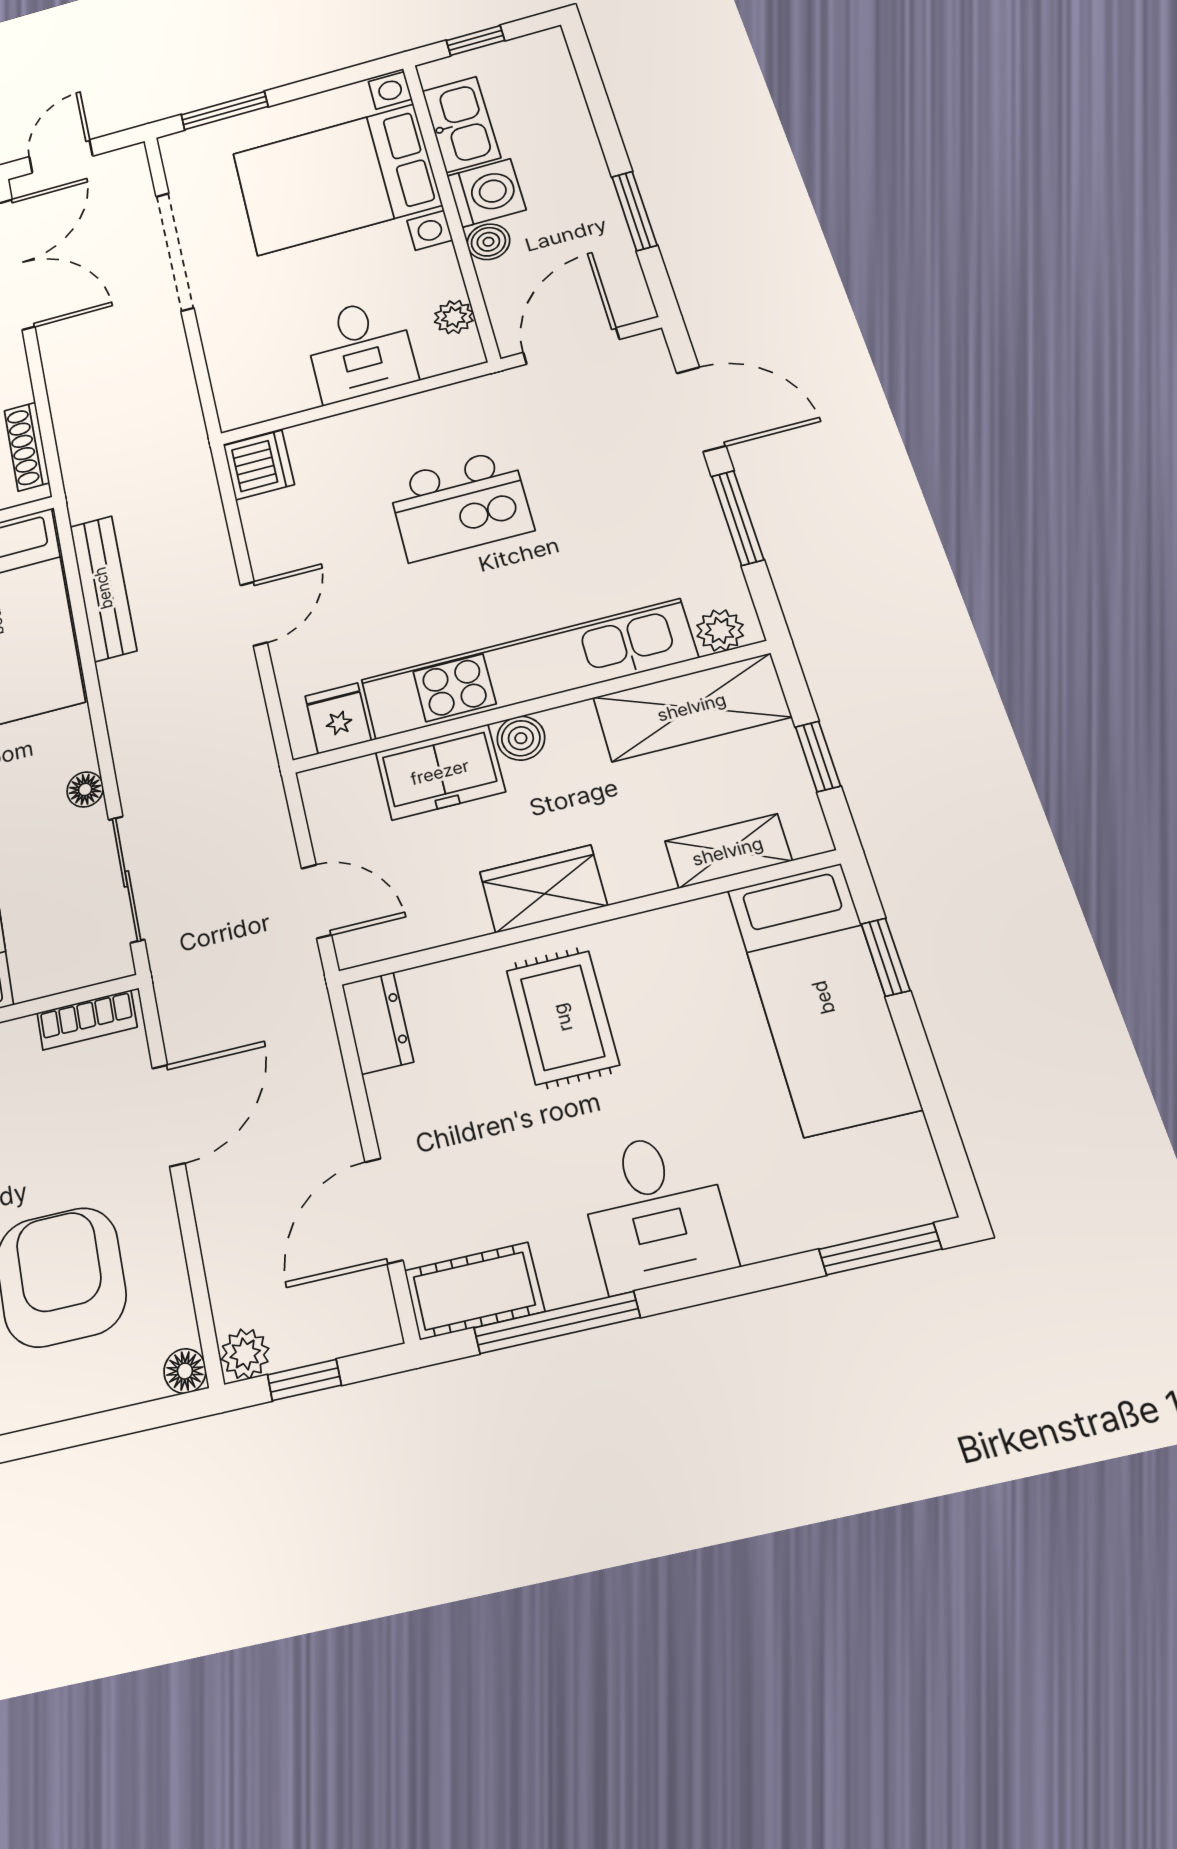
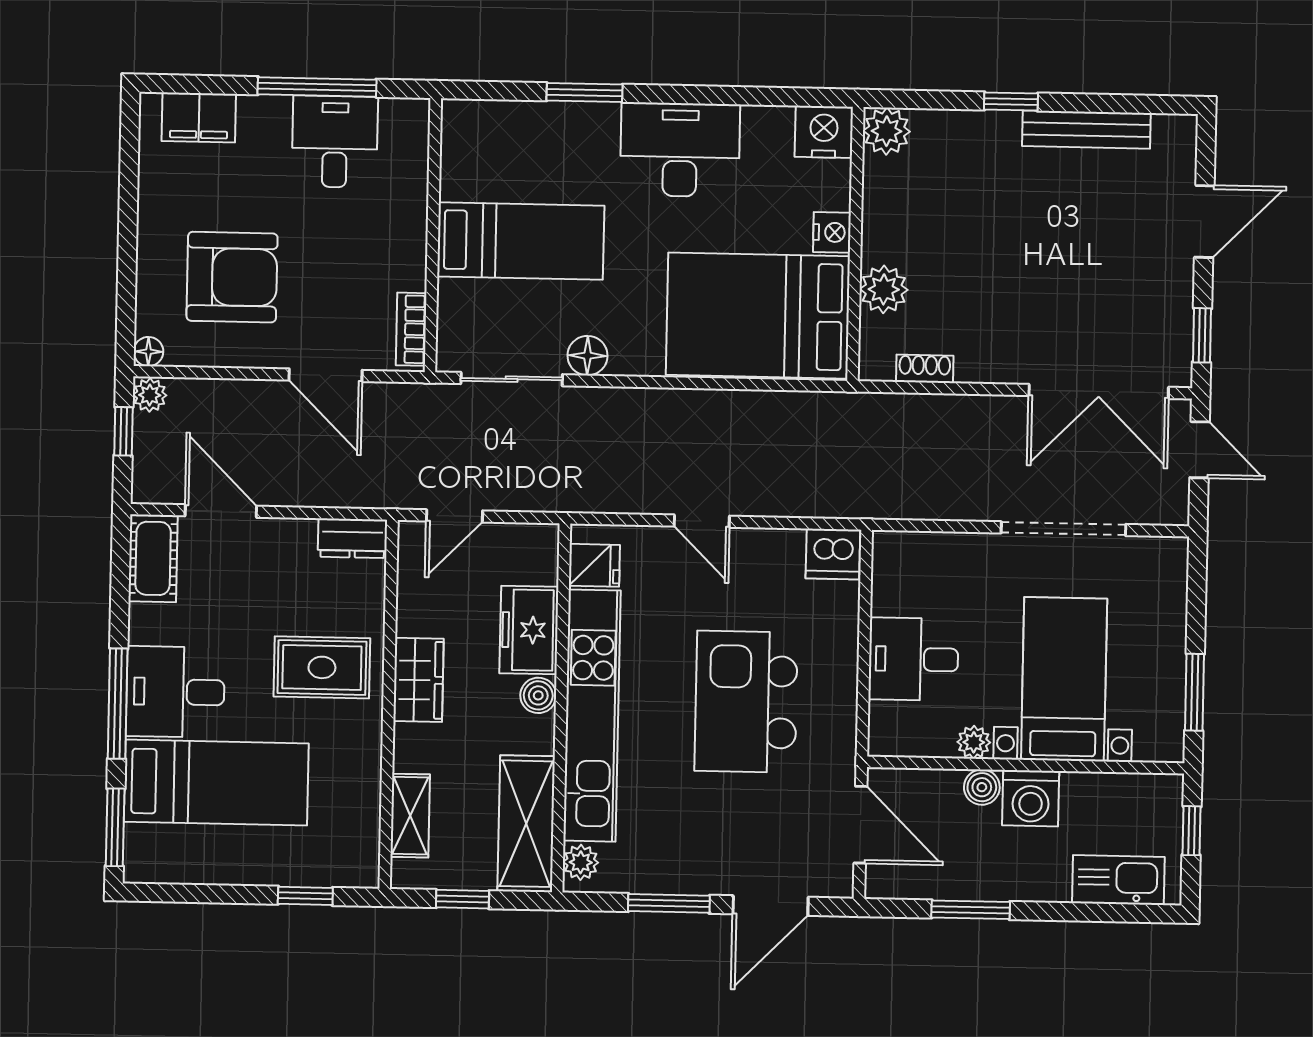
window: (224, 111) -> (1194, 692), moved
kitchen sink: (461, 124) -> (1118, 880), moved, turned 180
bed with nightstands: (336, 179) -> (1064, 679), width x0.73
plant: (454, 317) -> (974, 742), moved
shoe rack: (27, 446) -> (925, 369), width x0.70
kitchen island: (460, 505) -> (746, 702), width x1.37, depth x1.28
bench: (103, 588) -> (761, 407), removed
floor lamp: (85, 789) -> (587, 356), width x1.37, depth x1.37
bed: (823, 997) -> (216, 783), moved, turned 180
window: (557, 1323) -> (118, 704), moved

